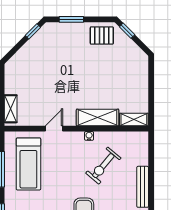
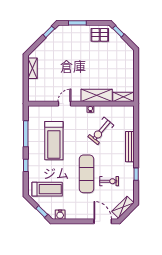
shelving: (11, 109) -> (32, 68), moved
treadmill: (28, 164) -> (54, 141), moved

